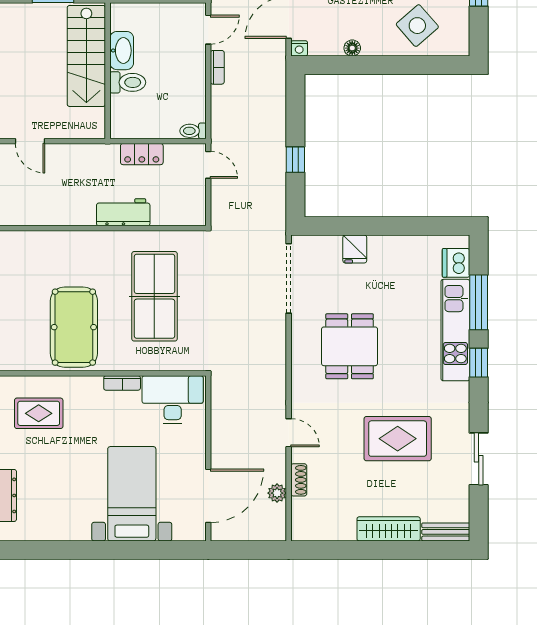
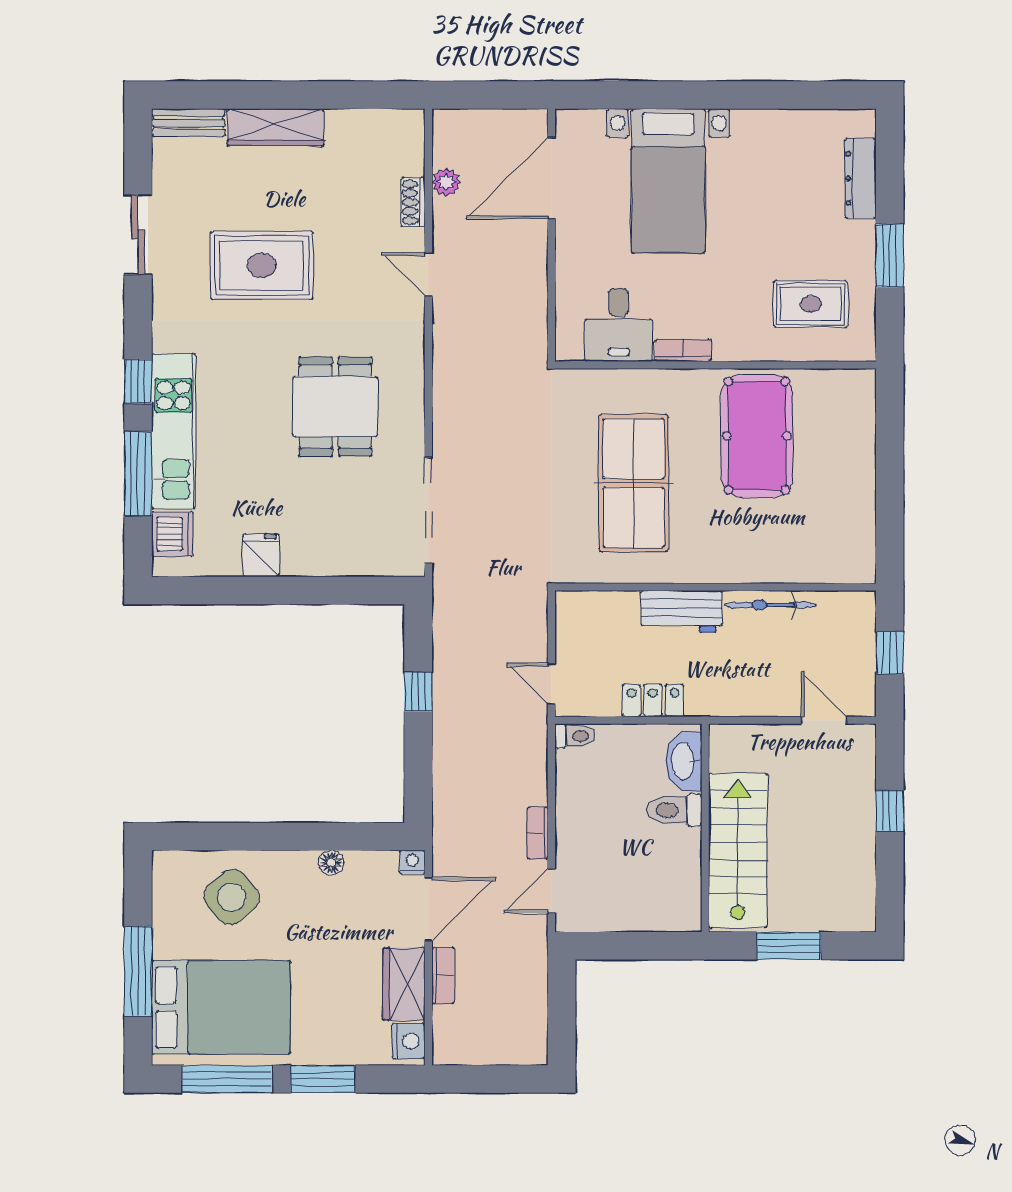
washbasin: (122, 51) -> (684, 761), moved
bicycle: (65, 217) -> (771, 605), added
fridge: (355, 249) -> (261, 555), moved
desk: (173, 400) -> (619, 325), width x0.73

